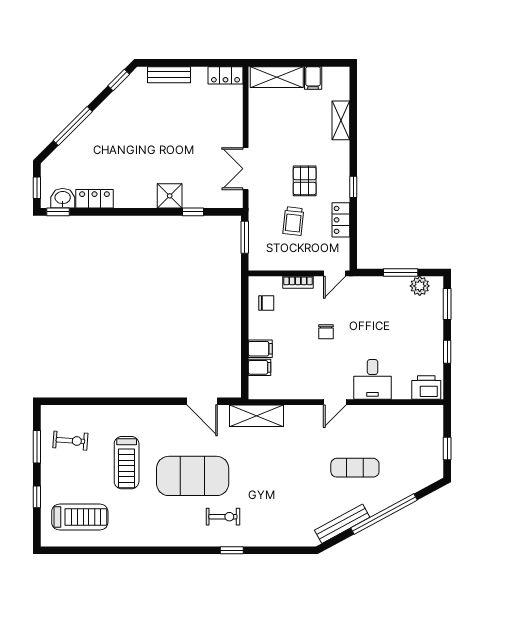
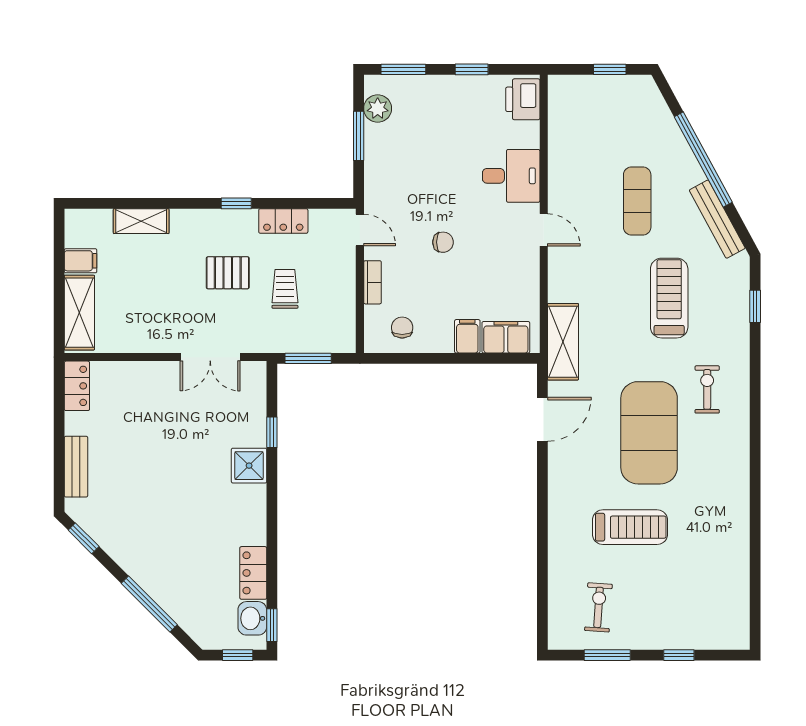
trolley: (293, 221) -> (285, 289), turned -96
filing cabinet: (260, 367) -> (506, 337), width x2.00
treadmill: (80, 517) -> (669, 298), moved
window: (232, 550) -> (755, 306), moved

